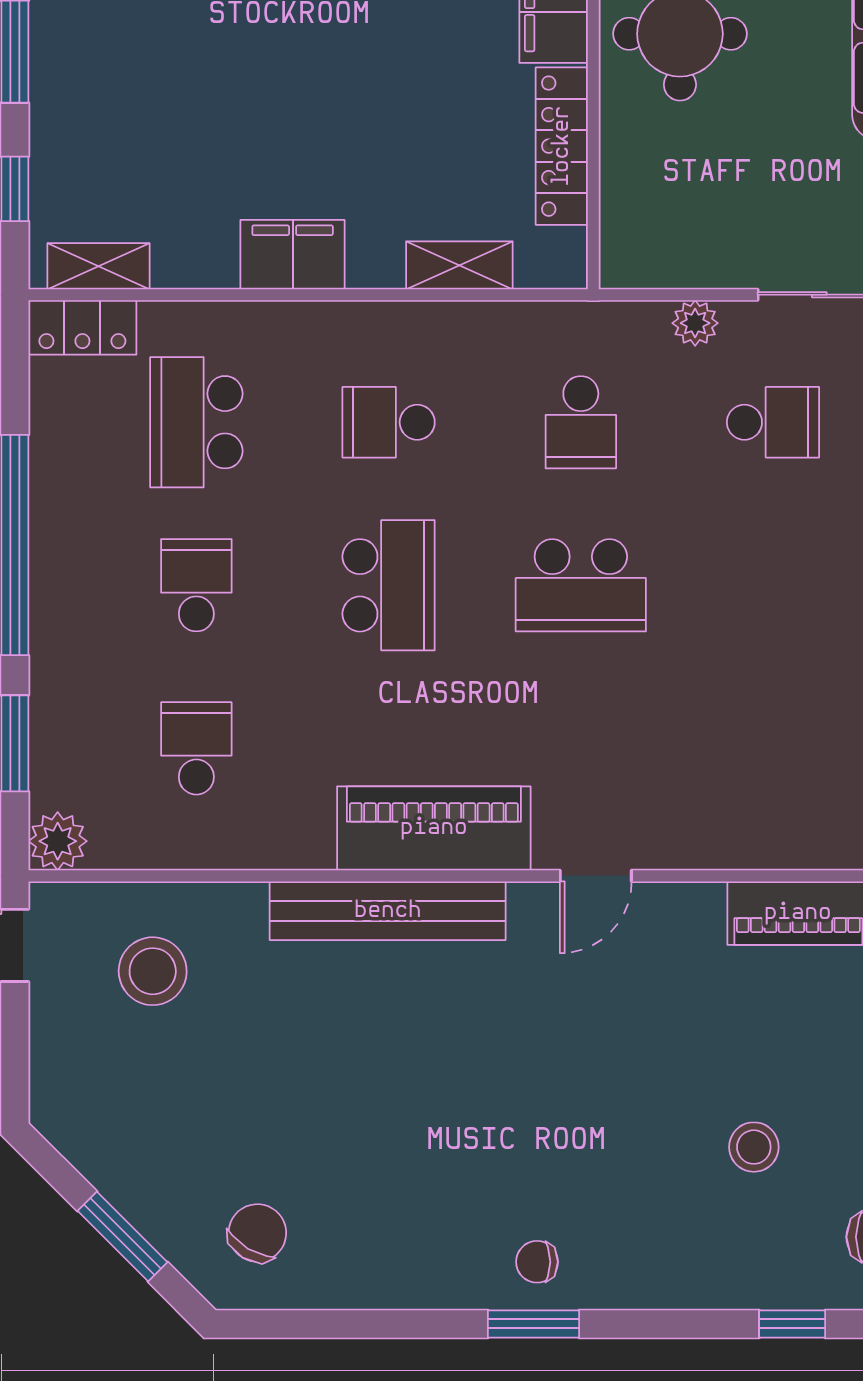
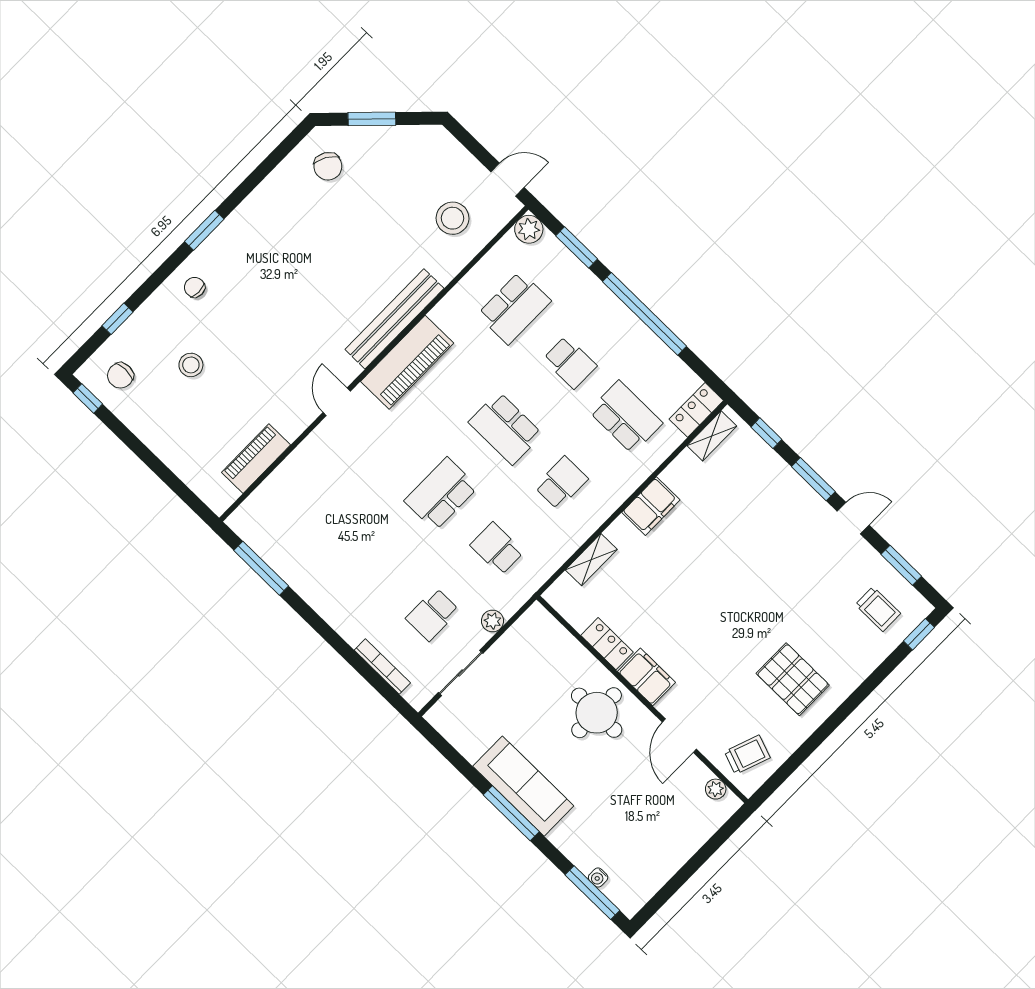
locker: (562, 146) -> (607, 644), width x0.66
school desk: (196, 748) -> (514, 308), width x1.85
chair: (537, 1262) -> (195, 287), moved, turned -90

